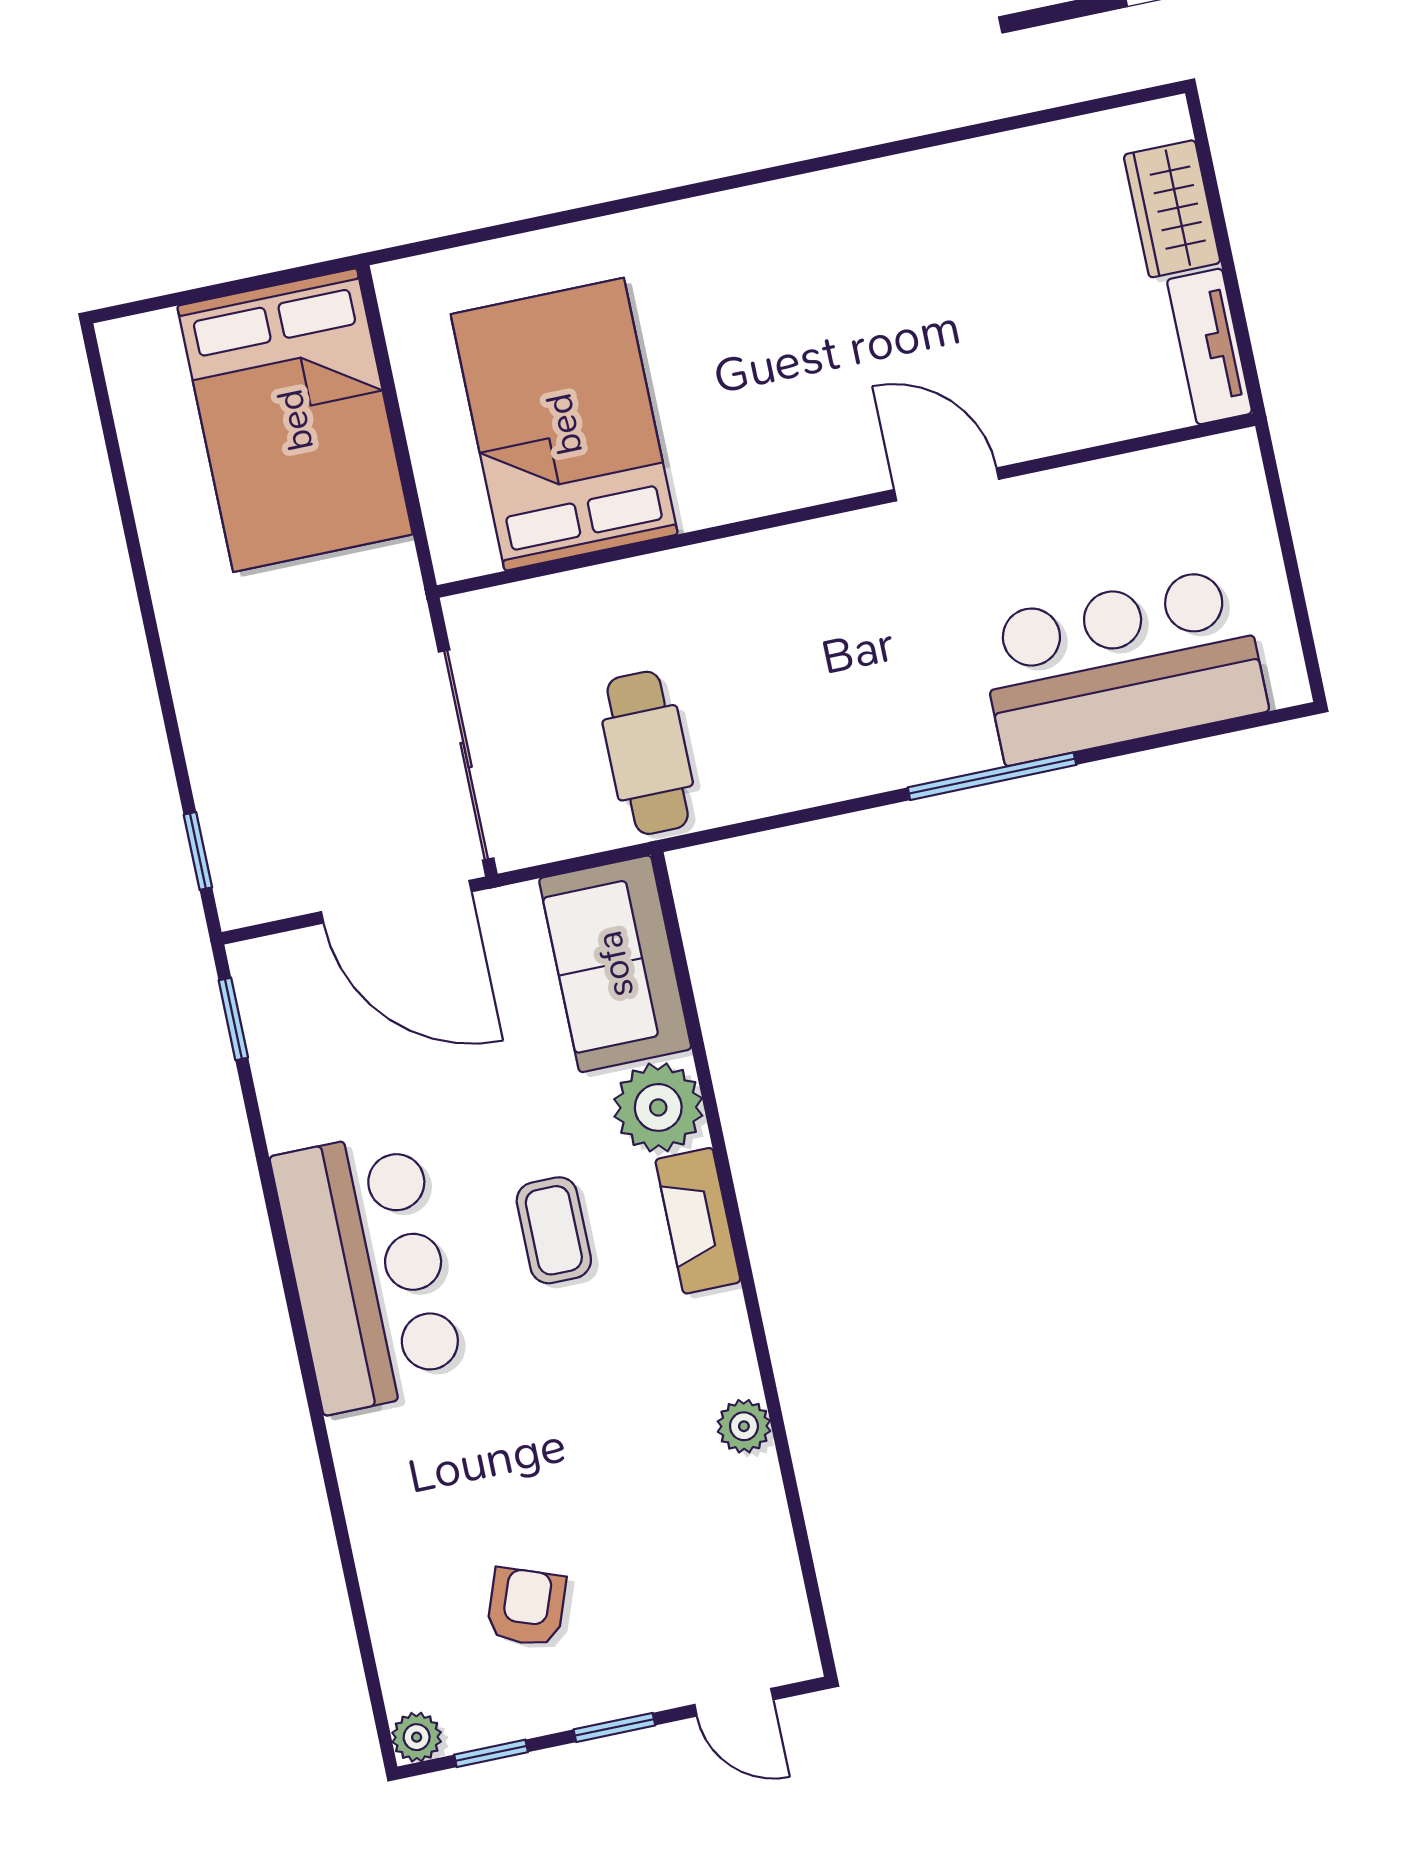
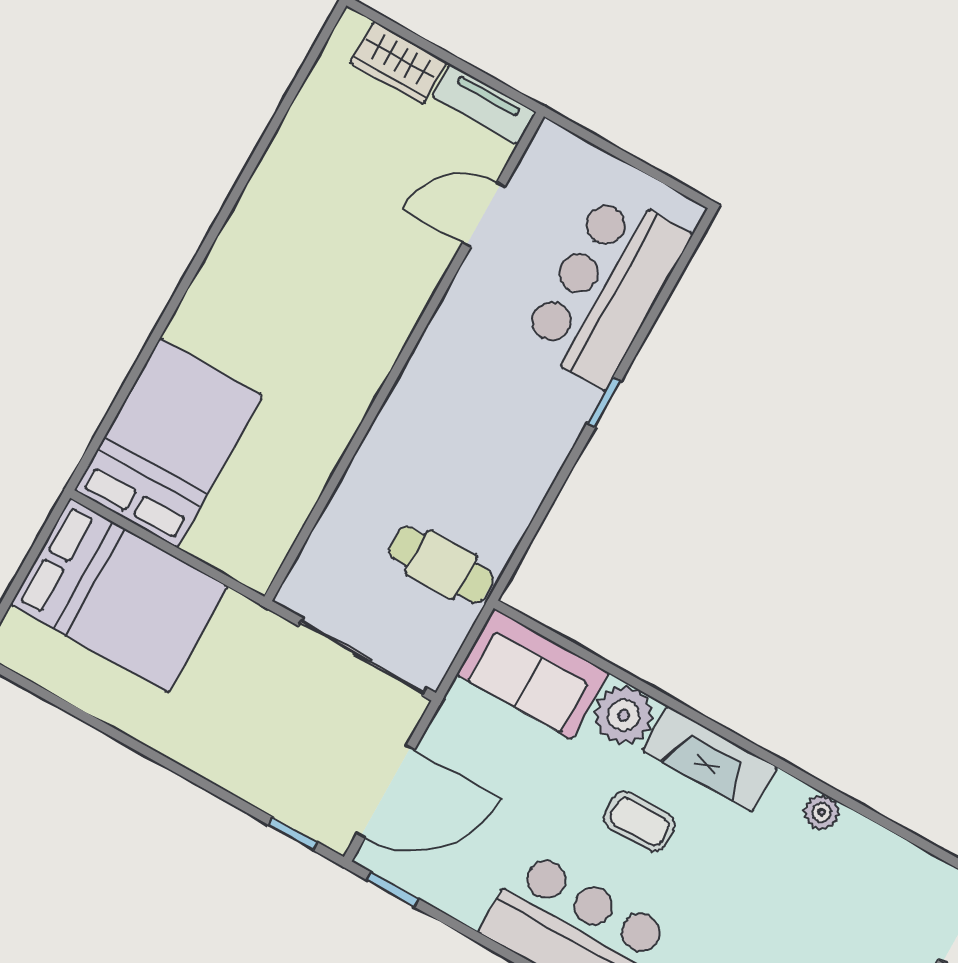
bed: (564, 424) -> (169, 443), moved, turned 90
door: (946, 484) -> (484, 215), moved
window: (992, 776) -> (604, 402), width x0.46
door: (396, 902) -> (386, 792), moved
fireplace: (698, 1221) -> (710, 759), width x1.37, depth x1.32

